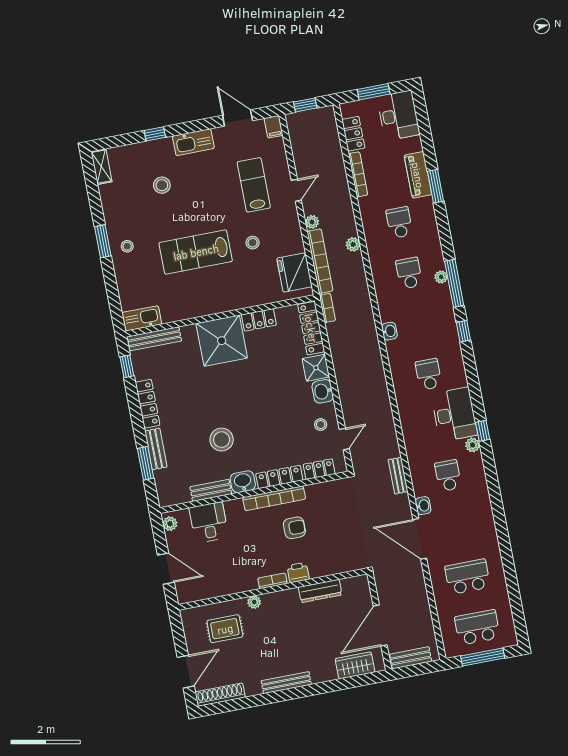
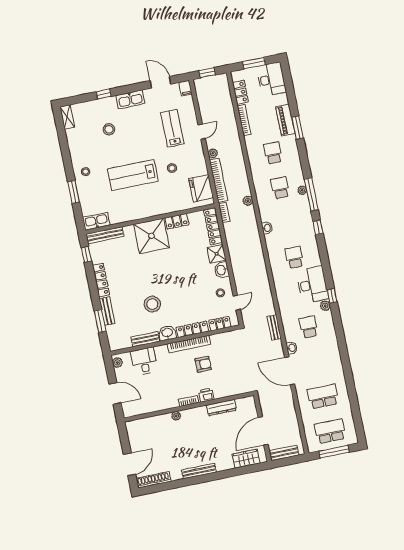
window: (103, 241) -> (74, 192), moved
plant: (353, 244) -> (248, 201), moved
rug: (225, 629) -> (156, 434), removed

